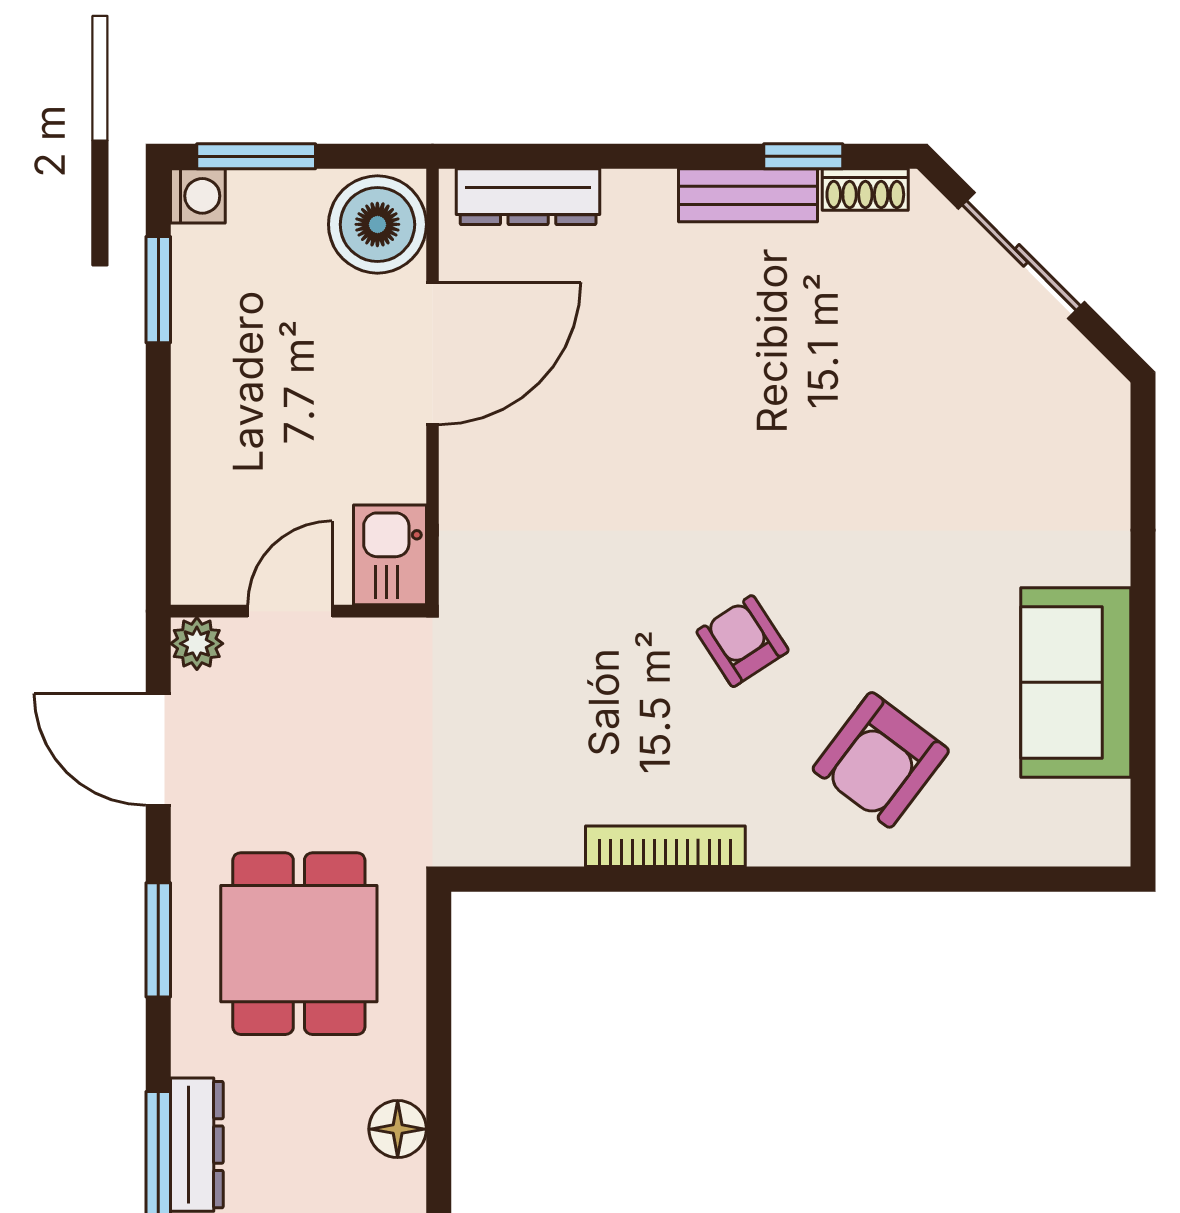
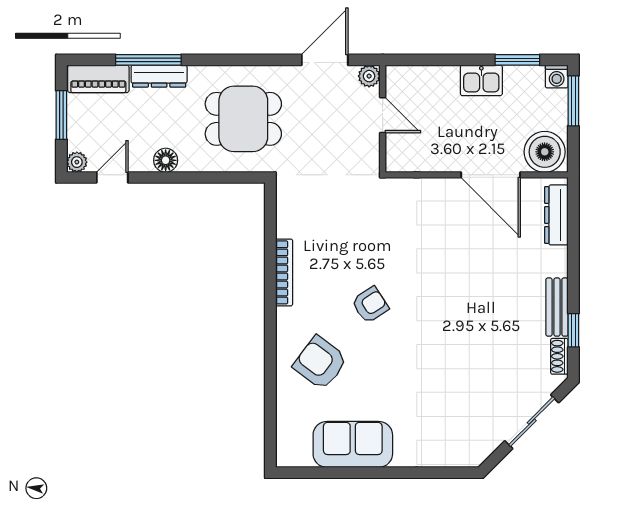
kitchen sink: (390, 555) -> (481, 80), moved, turned 180
window: (158, 940) -> (245, 60), removed

